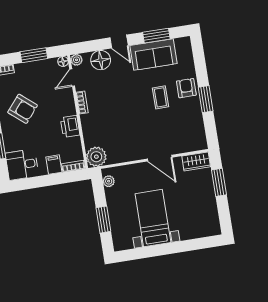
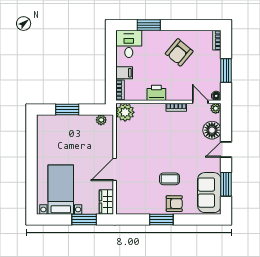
sofa: (154, 55) -> (209, 193), moved
bed with nightstands: (153, 218) -> (61, 190), moved, turned -90

